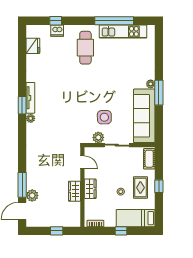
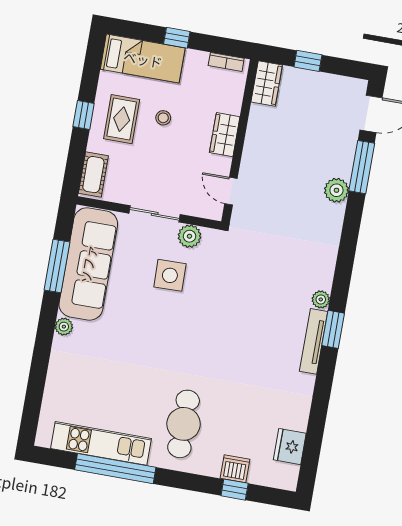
window: (159, 93) -> (57, 266), moved
wardrobe: (74, 191) -> (267, 84), moved
plant: (32, 195) -> (336, 190), moved

